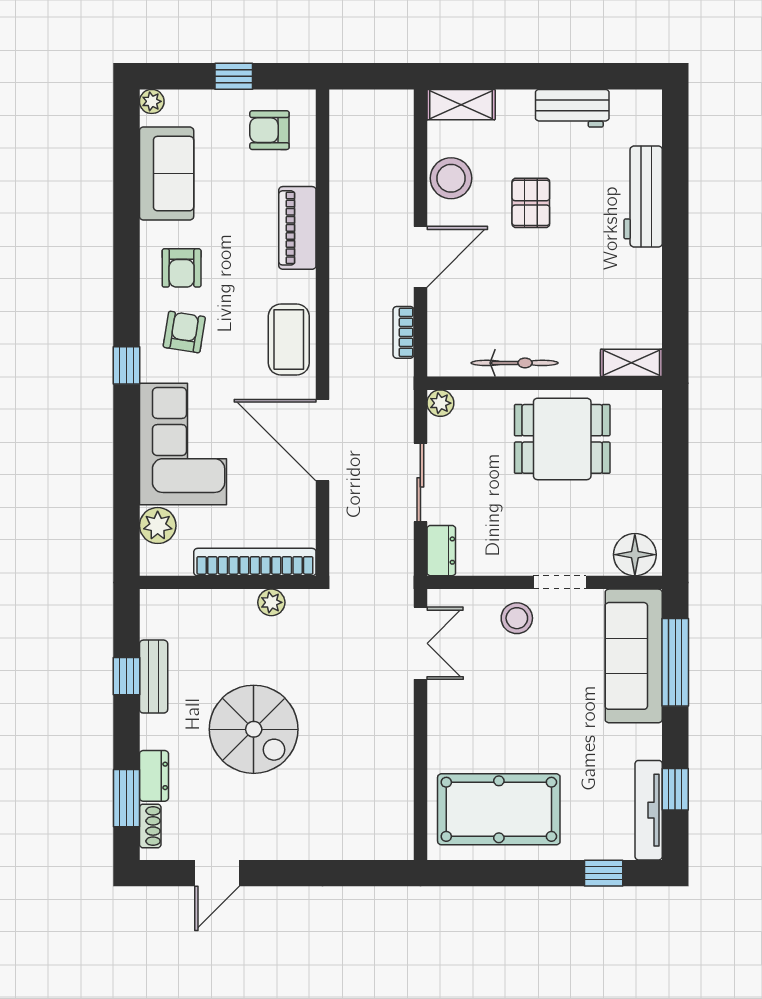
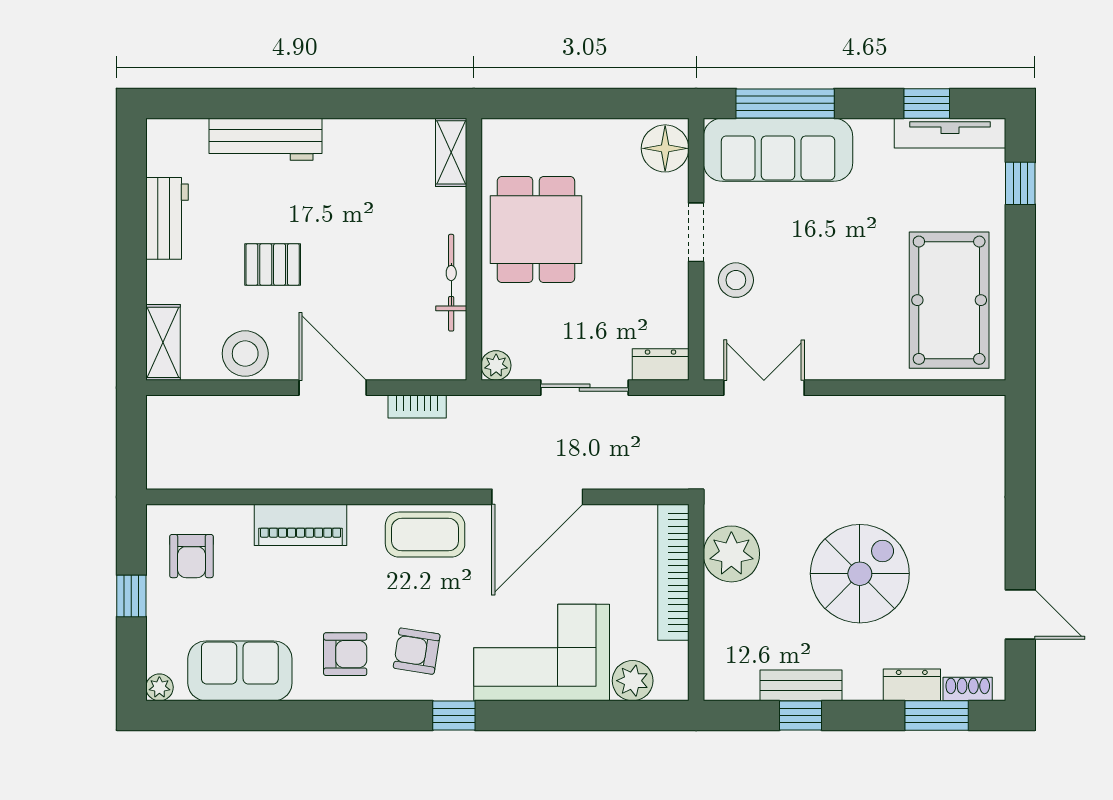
plant: (271, 602) -> (731, 554), width x1.88, depth x1.88

